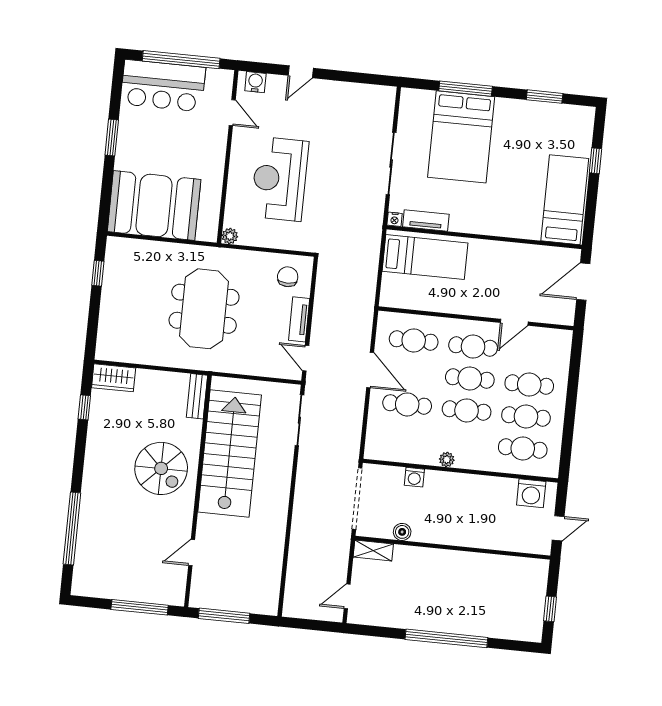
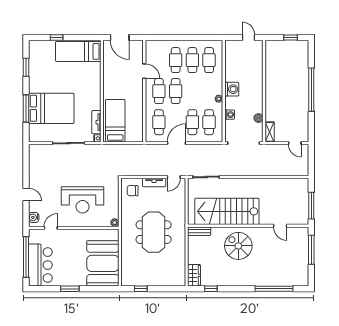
meeting table: (204, 309) -> (154, 232), turned 90
cafe table: (467, 410) -> (209, 122), moved
spiral stairs: (161, 468) -> (238, 246), turned -90
washing machine: (531, 493) -> (232, 89), moved

